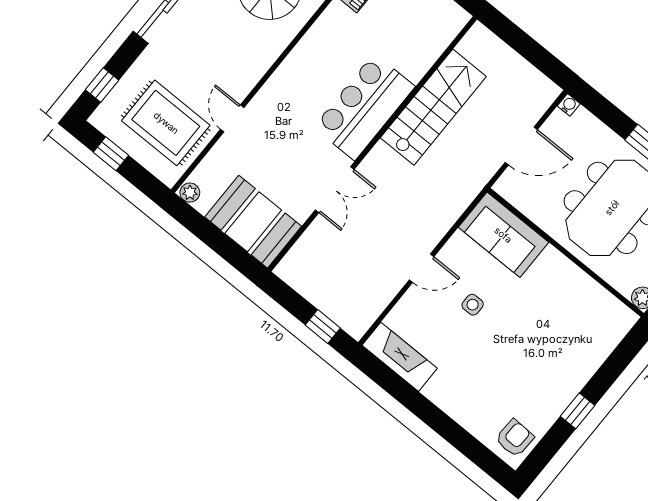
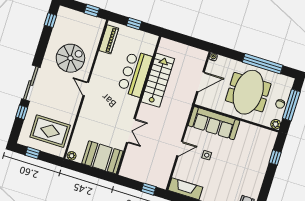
window: (102, 85) -> (22, 112), moved
bar counter: (364, 107) -> (135, 74), moved
door: (232, 118) -> (86, 89), moved
sofa: (503, 235) -> (214, 123), width x1.36
window: (577, 411) -> (275, 157), moved

